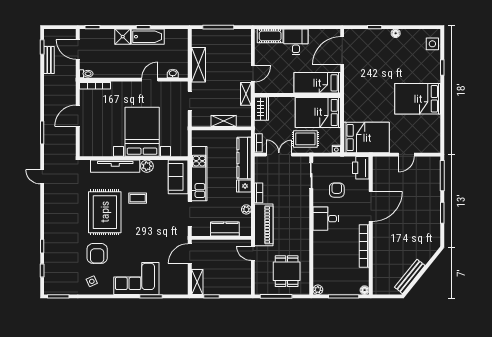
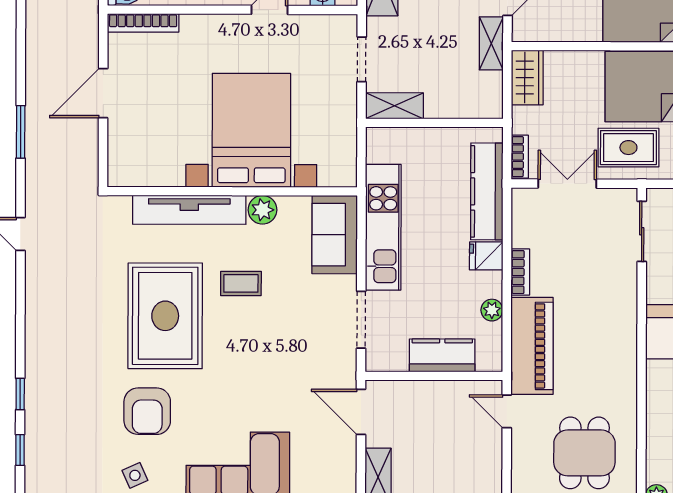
shelving: (224, 121) -> (394, 106), moved
door: (190, 254) -> (361, 412), hinge flipped

